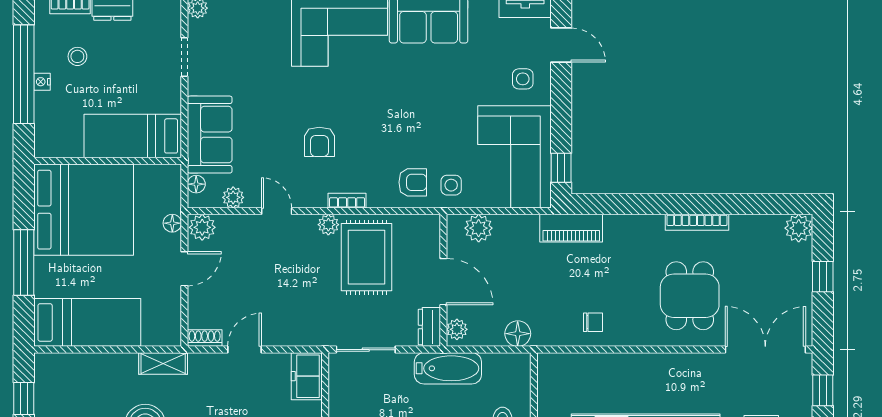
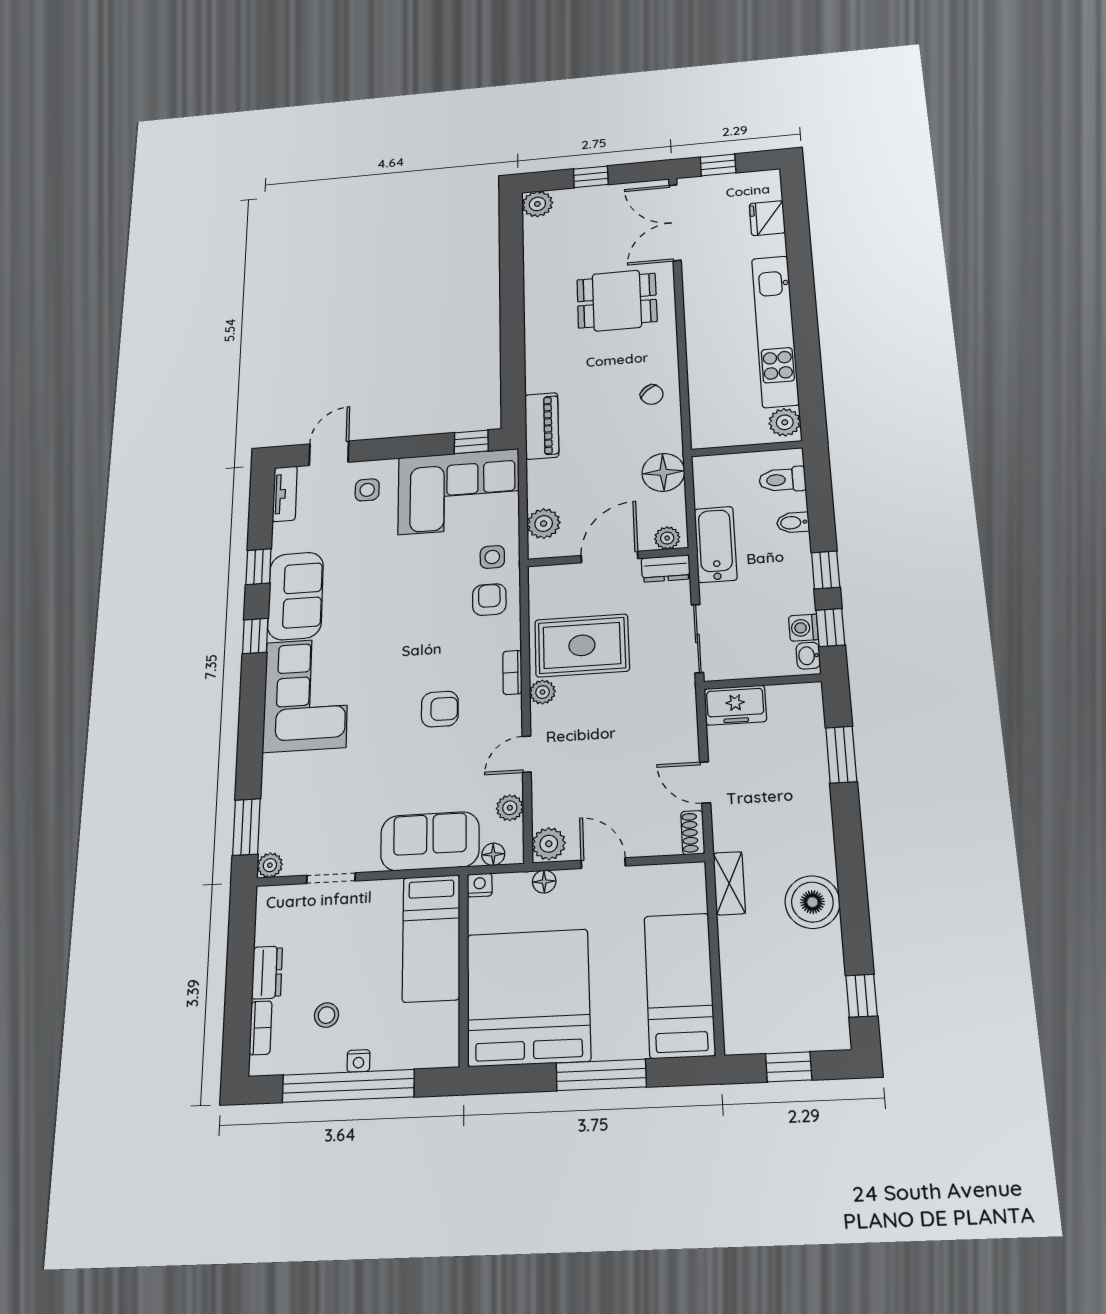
nightstand: (172, 173) -> (480, 885), added
bookcase: (697, 222) -> (533, 301), removed
chair: (593, 322) -> (652, 395), turned 138
floor lamp: (518, 334) -> (663, 472), width x1.38, depth x1.38

